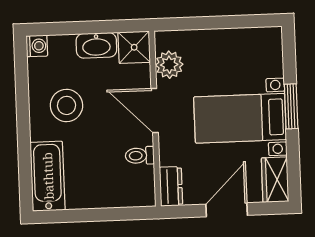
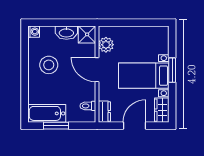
toilet: (140, 156) -> (88, 106), moved
bathtub: (48, 176) -> (47, 113), moved, turned -90
window: (84, 215) -> (56, 126), added

